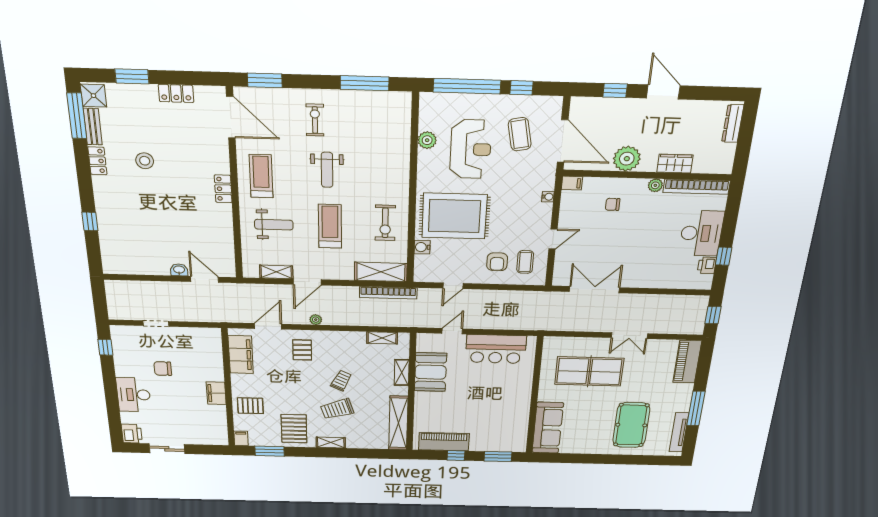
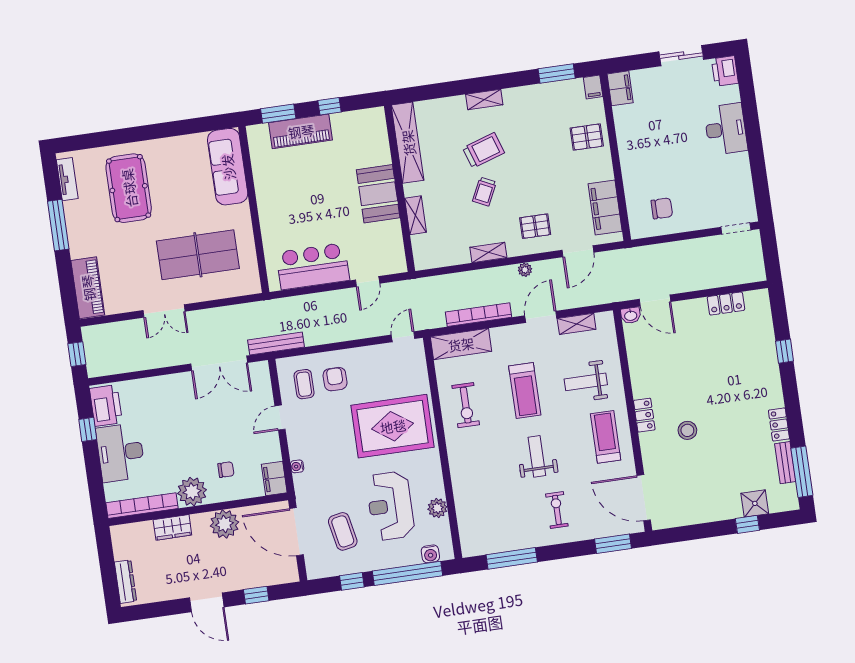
window: (132, 76) -> (747, 524), width x0.67
locker: (176, 93) -> (726, 303), moved, turned 180
shower: (93, 96) -> (755, 503), moved
exercise bike: (315, 120) -> (557, 510), turned 180
stool: (145, 161) -> (687, 430), moved
treadmill: (261, 176) -> (606, 437), turned 180
filing cabinet: (572, 183) -> (274, 478), width x2.00
plant: (655, 185) -> (192, 492), width x1.87, depth x1.87
exercise bike: (385, 223) -> (466, 405), turned 180
water cooler: (422, 247) -> (430, 554), moved, turned 90
printer: (707, 265) -> (106, 406), width x1.87, depth x1.48
washbasin: (179, 270) -> (631, 315), moved
door: (453, 286) -> (403, 337), moved
bookcase: (388, 293) -> (478, 315), moved
bench: (542, 297) -> (276, 343), added
doorway: (156, 323) -> (736, 229), moved
double door: (629, 336) -> (164, 311), swing flipped
shelving: (382, 338) -> (488, 252), moved
window: (105, 347) -> (761, 190), removed
pallet: (302, 350) -> (535, 226), turned 90
chair: (163, 369) -> (662, 208), moved
booth: (431, 372) -> (378, 194), moved
filing cabinet: (216, 393) -> (620, 88), moved
pallet: (294, 429) -> (531, 112), removed
tv unit: (679, 432) -> (67, 179), width x0.71
piano: (444, 442) -> (301, 131), moved

